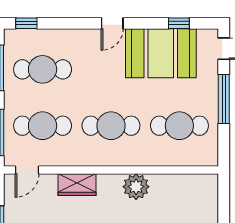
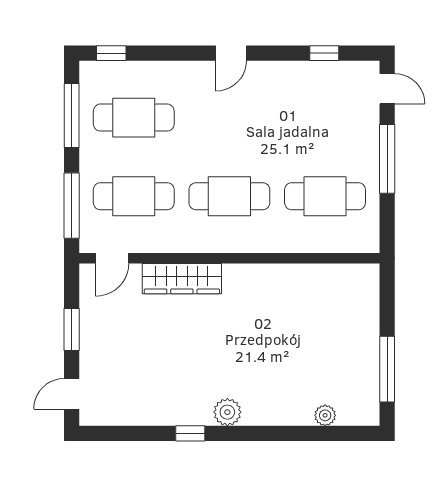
booth: (161, 53) -> (299, 95), removed
wardrobe: (77, 185) -> (182, 279), width x1.50
plant: (136, 187) -> (264, 281), removed

